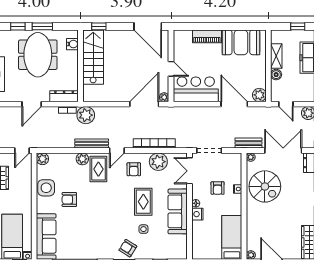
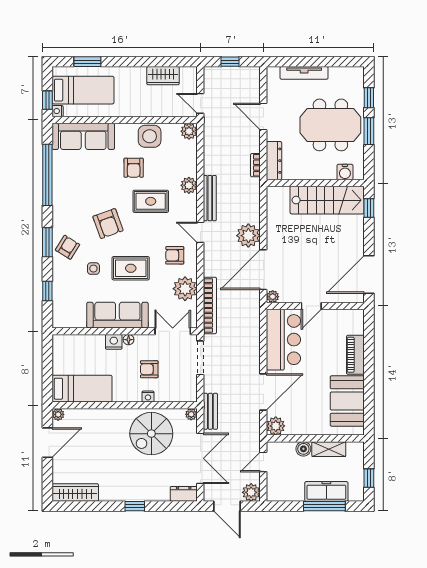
door: (144, 104) -> (263, 270), swing flipped
plant: (86, 115) -> (248, 236), moved
bookcase: (154, 143) -> (210, 305), moved
rug: (98, 169) -> (151, 201), moved
armchair: (69, 200) -> (134, 168), turned 180
armchair: (110, 218) -> (108, 224), added

